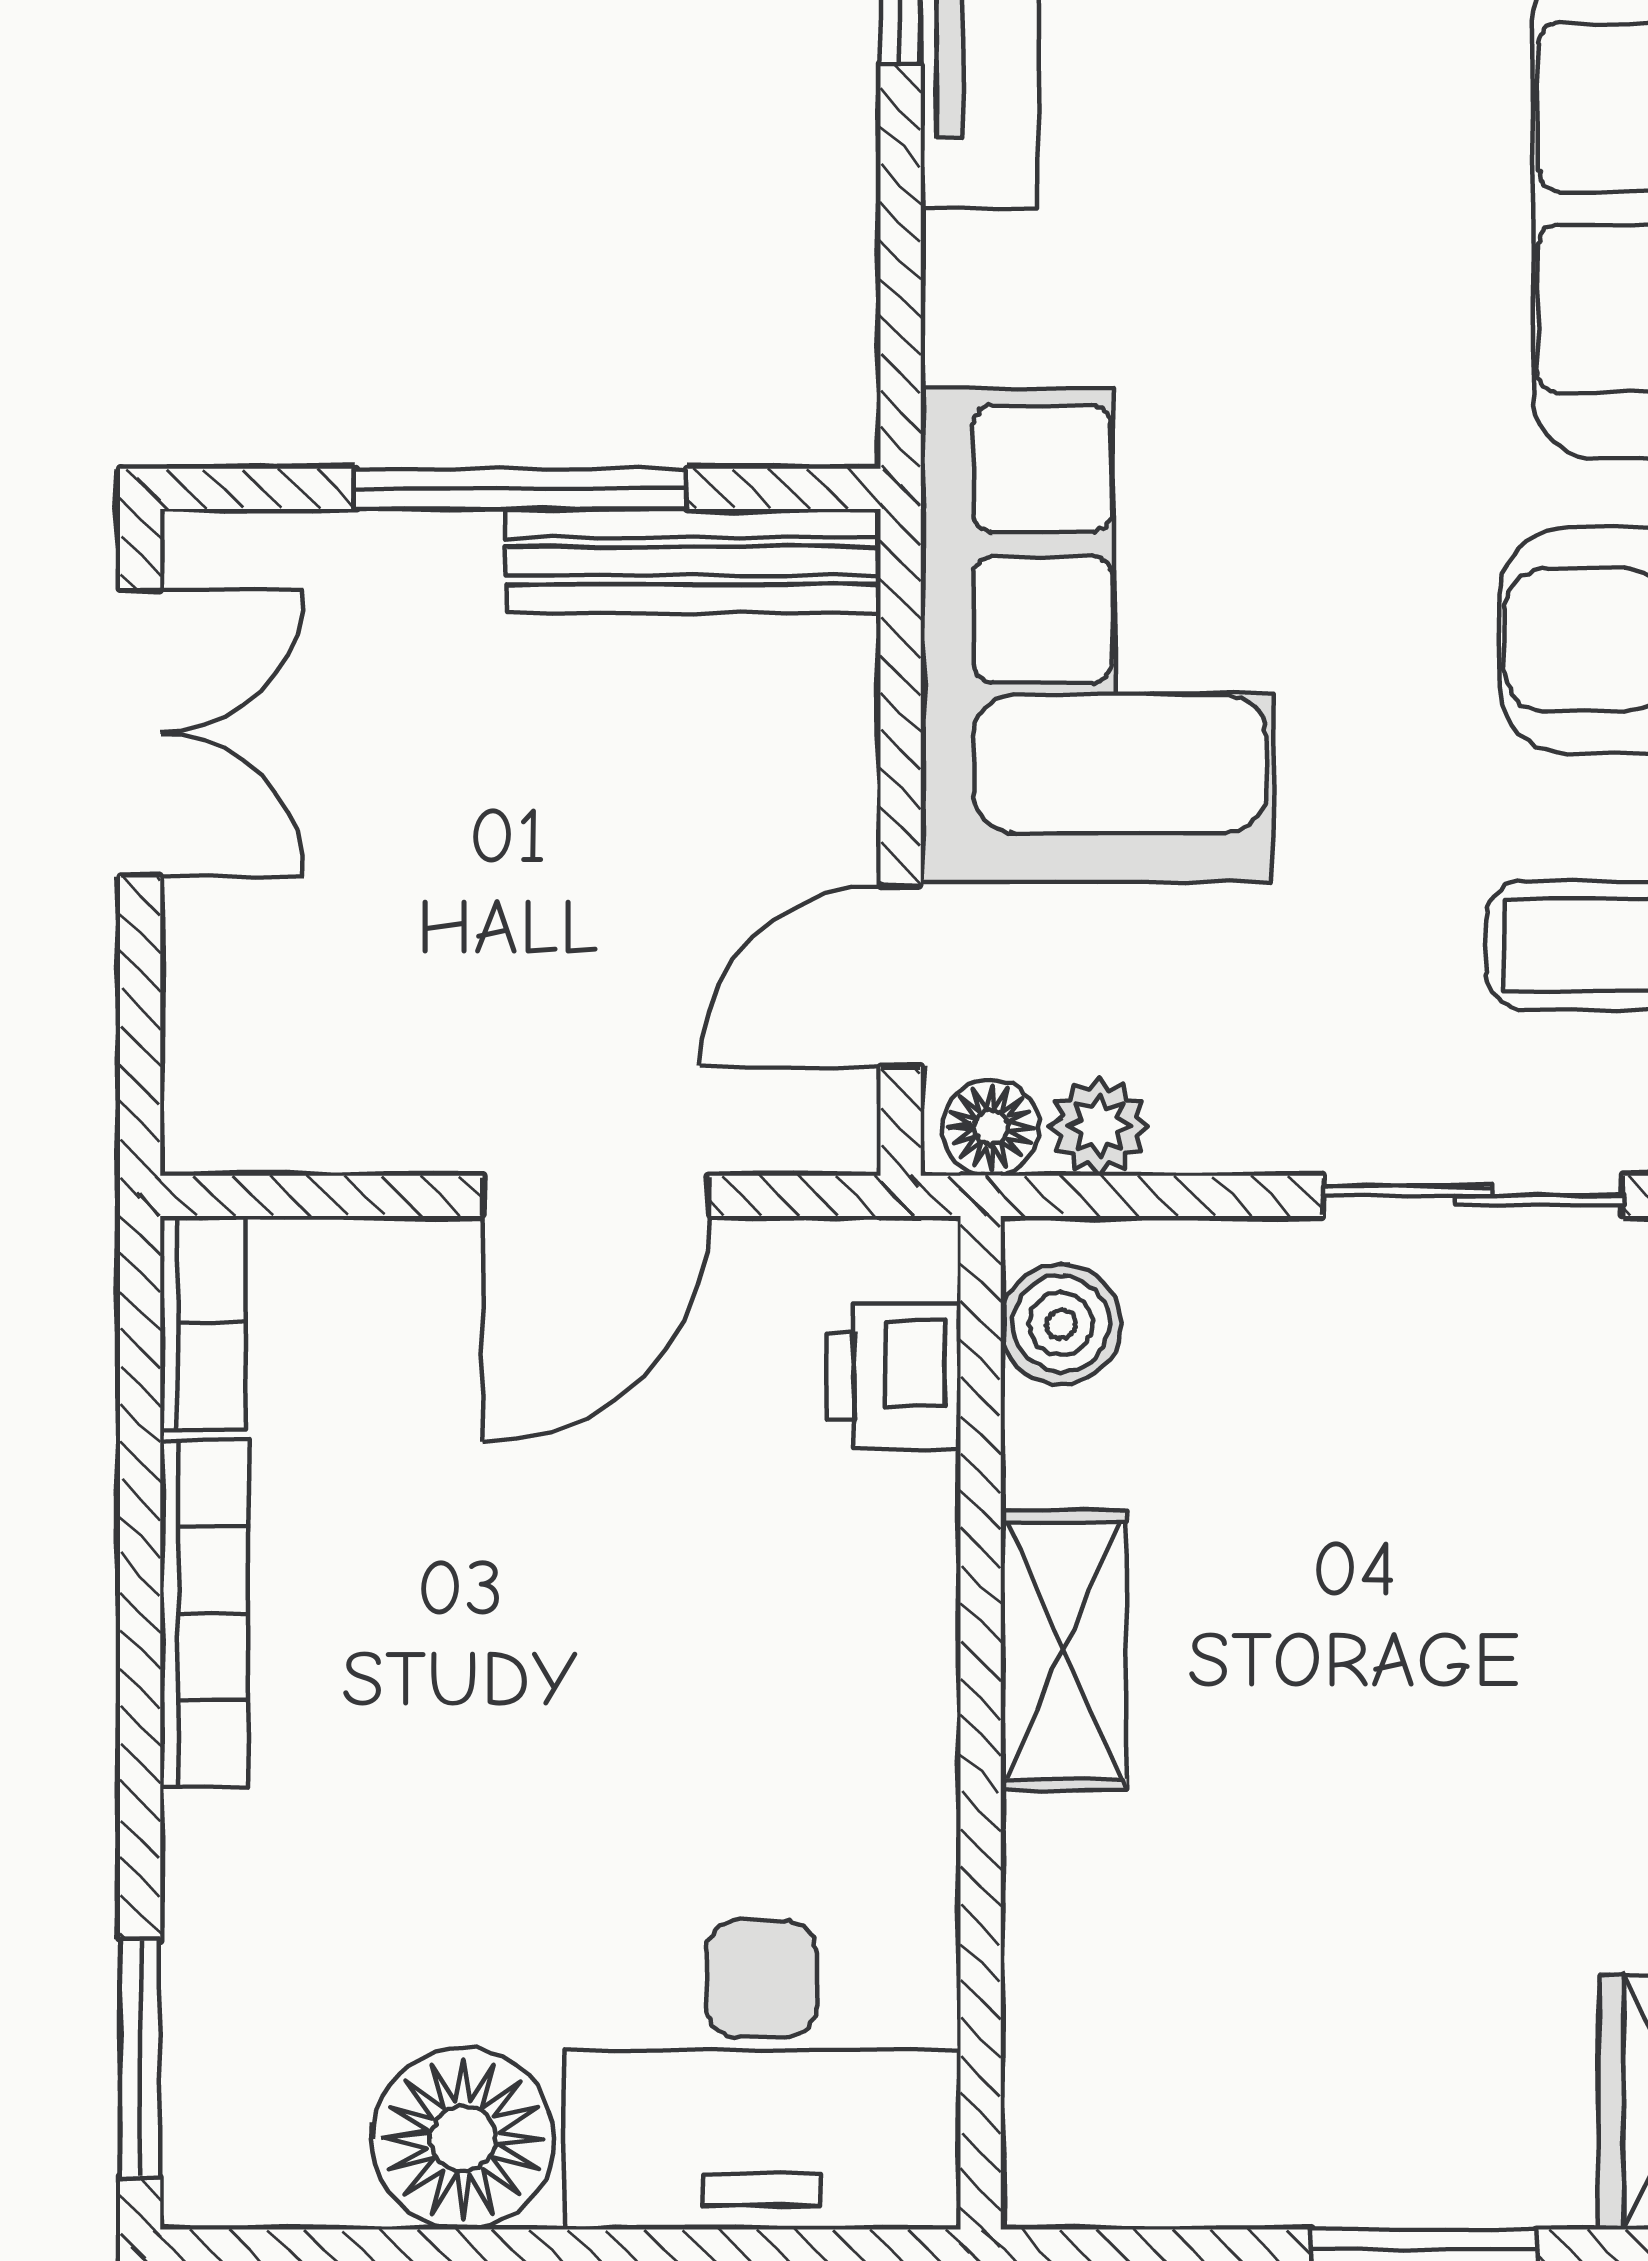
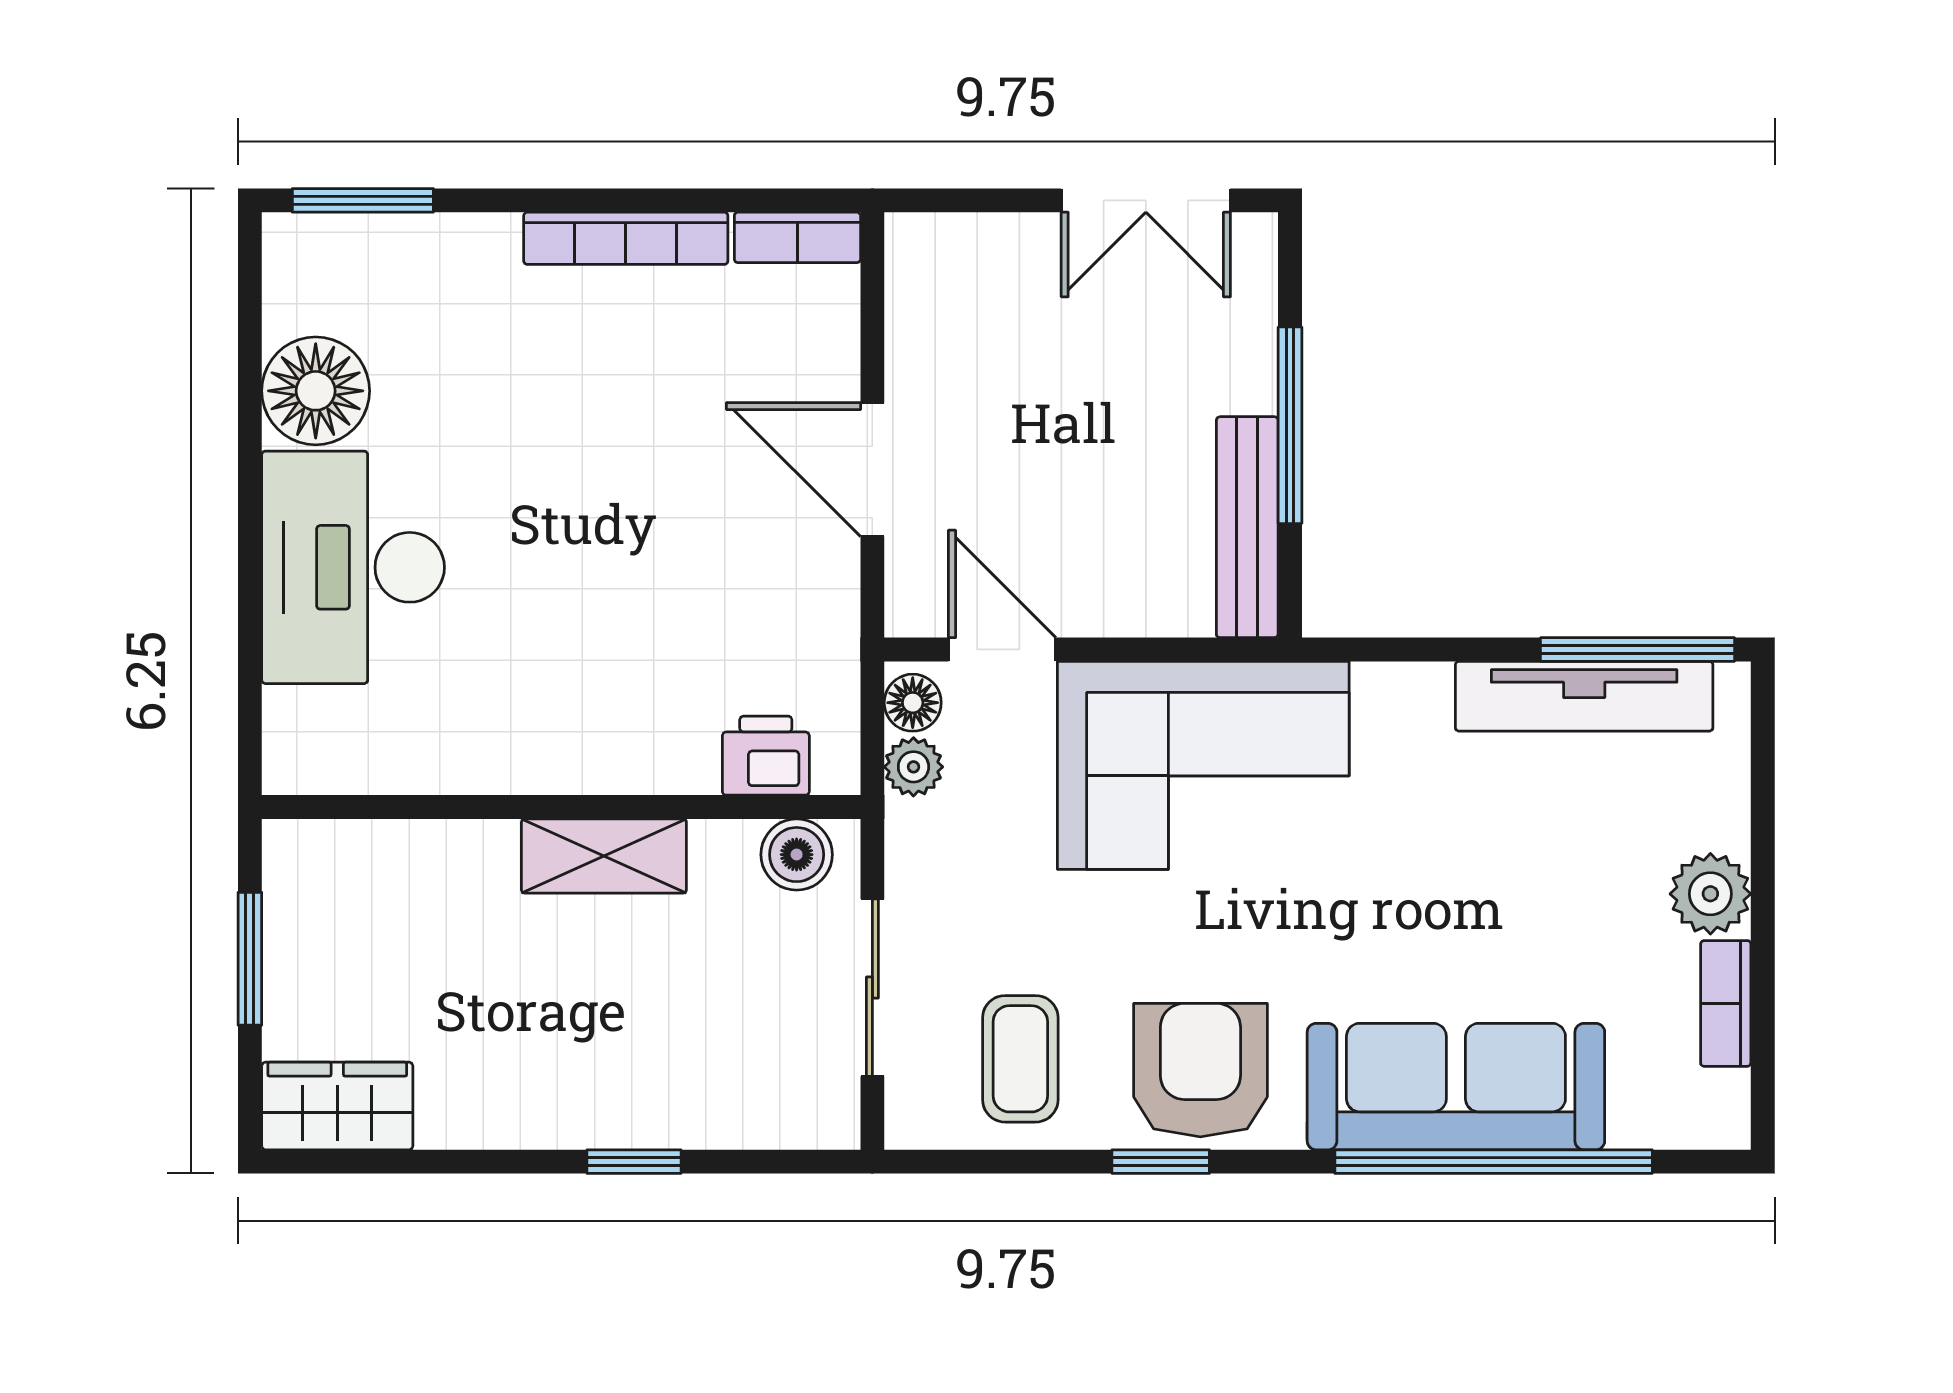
boiler: (1061, 1324) -> (797, 855), moved
printer: (894, 1376) -> (766, 756), moved
shelving: (1064, 1650) -> (604, 856), moved
wall: (981, 1723) -> (561, 807), moved

